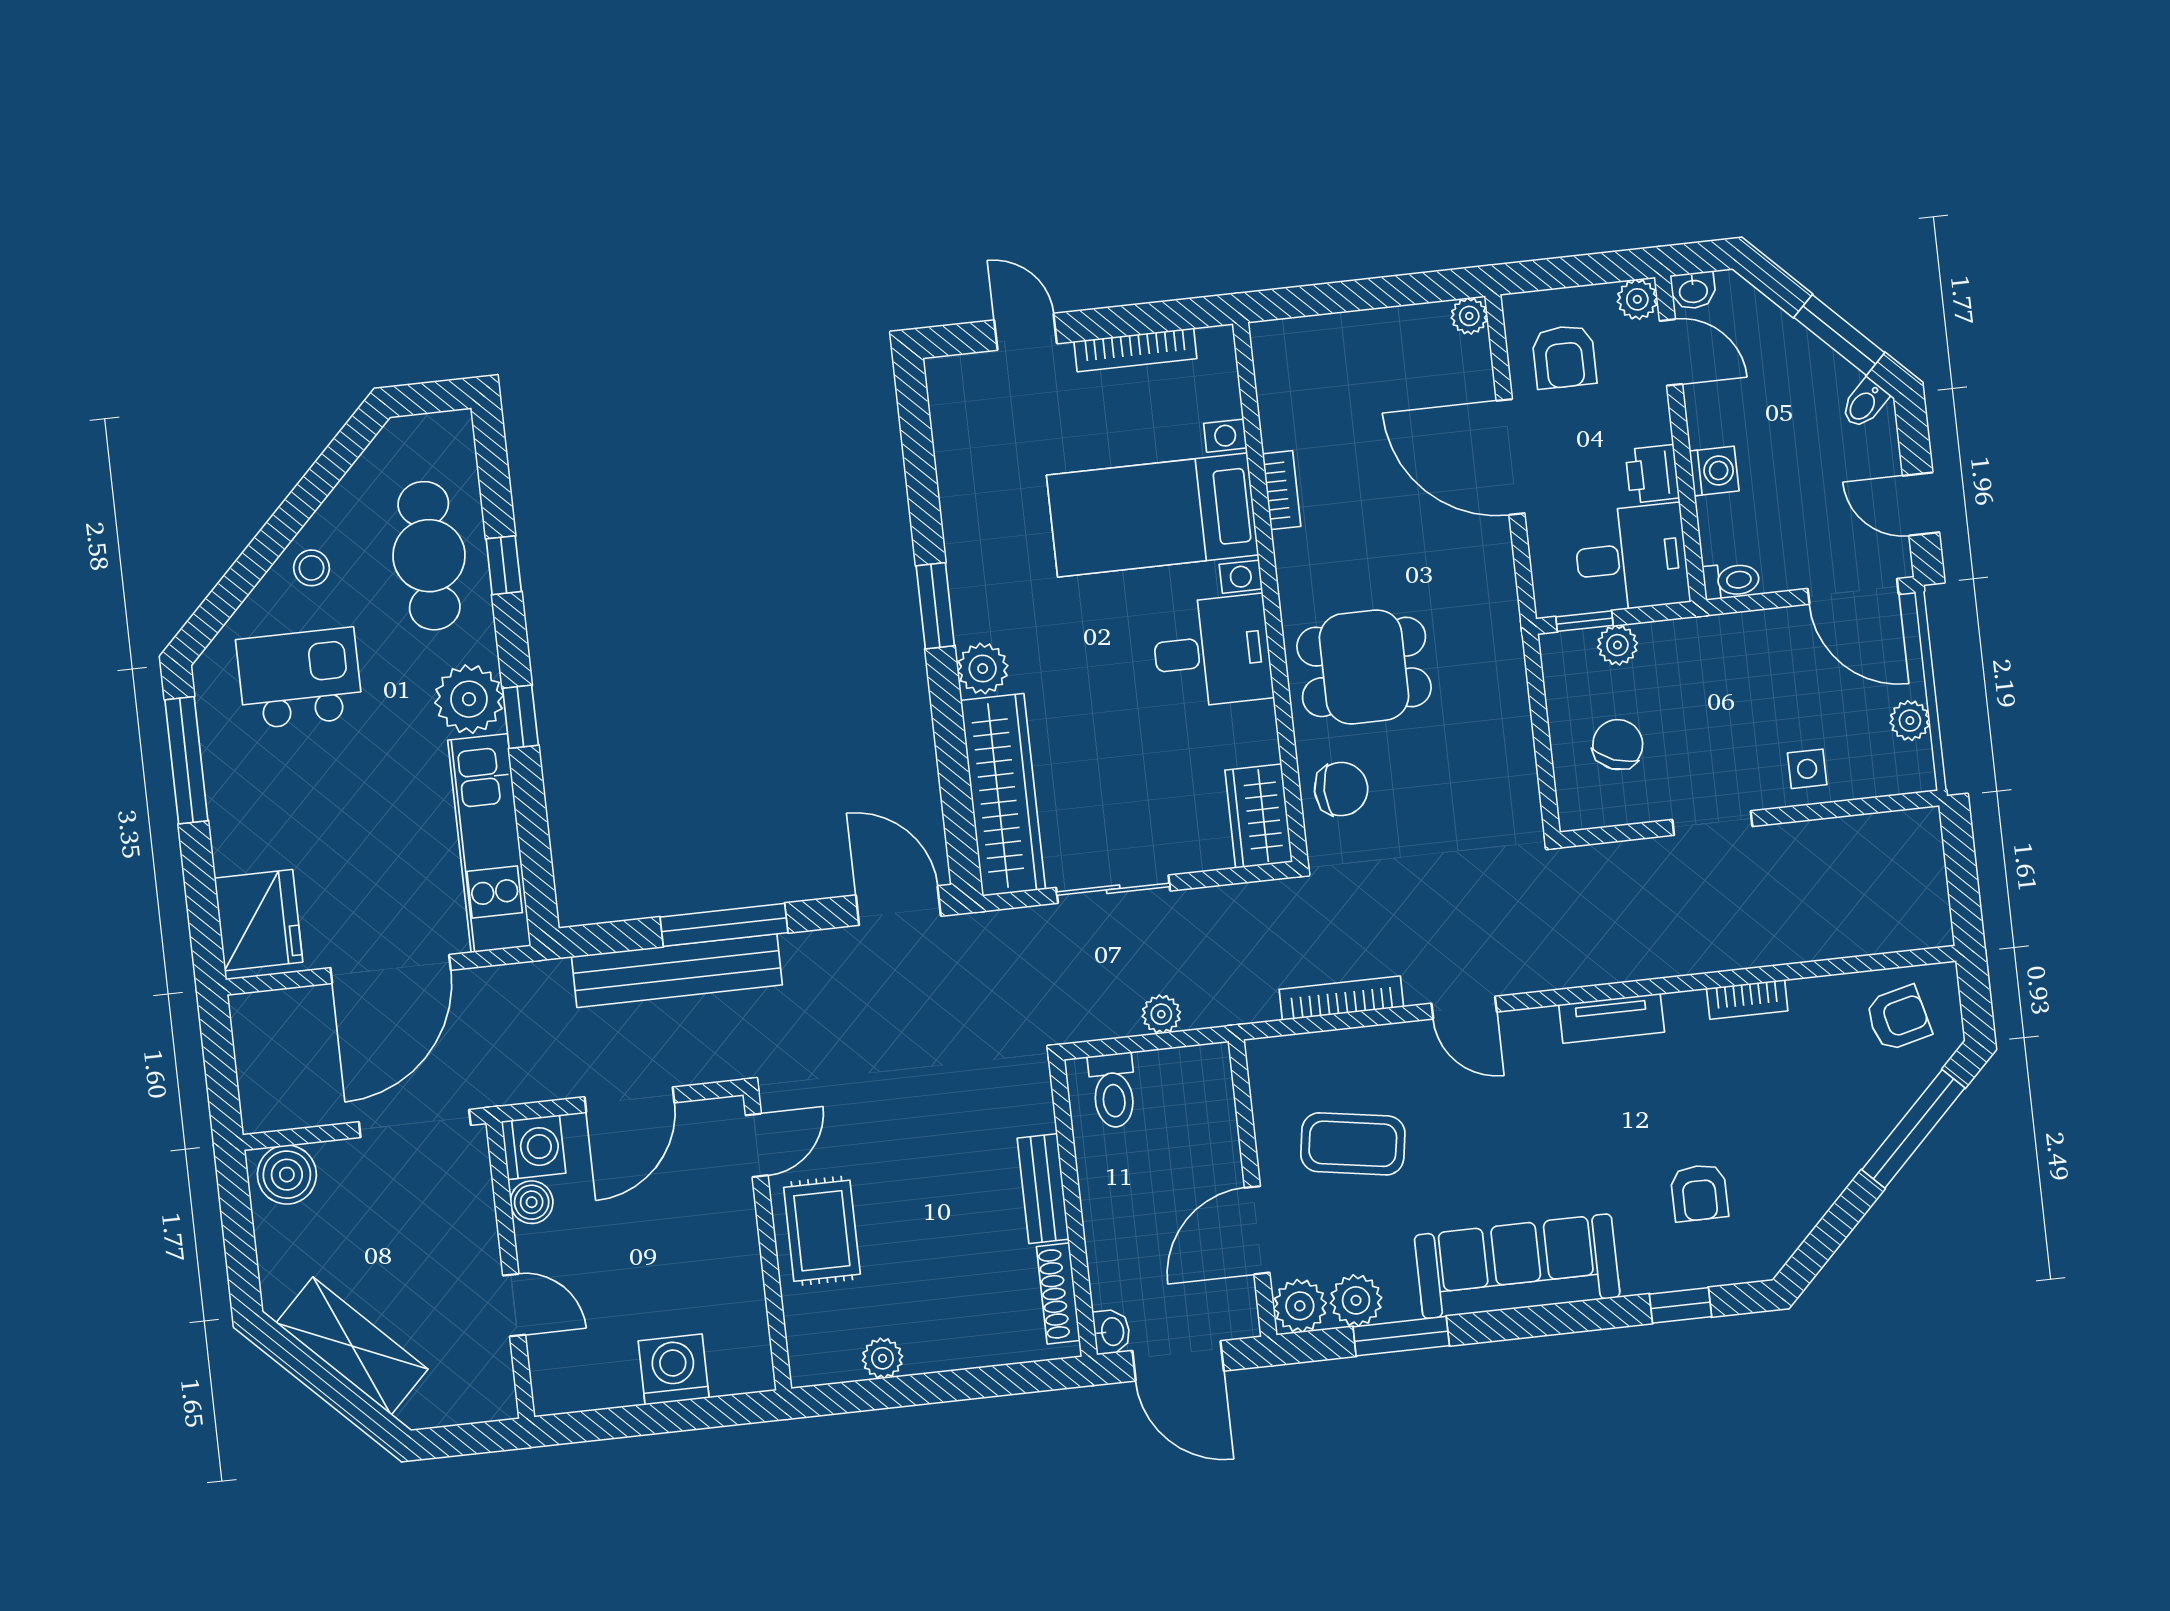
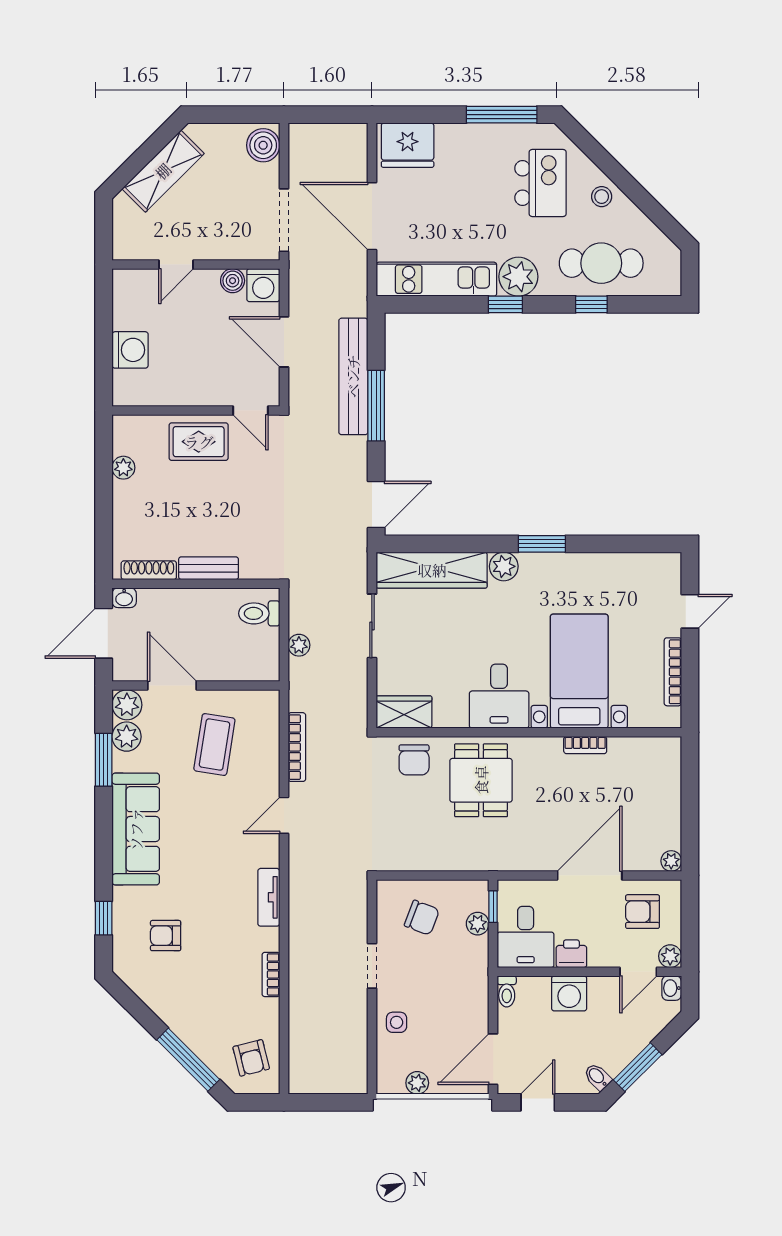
washing machine: (1714, 471) -> (569, 993), width x1.38, depth x1.38

